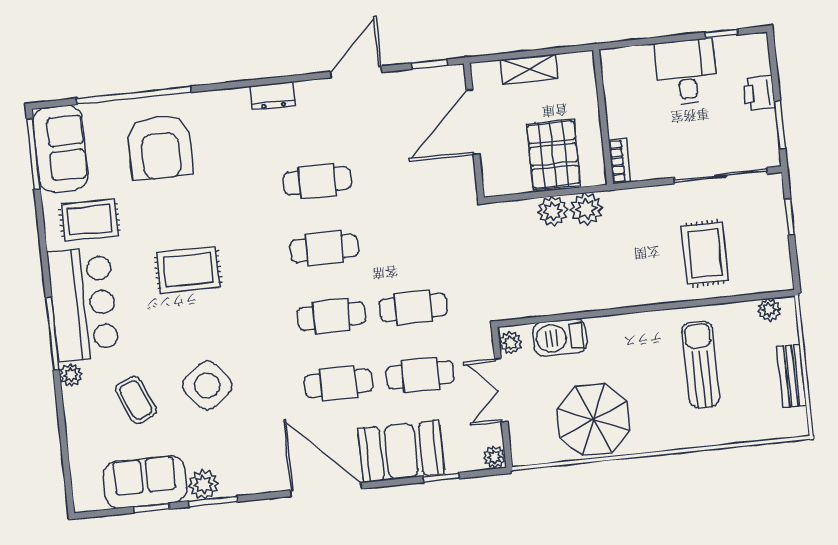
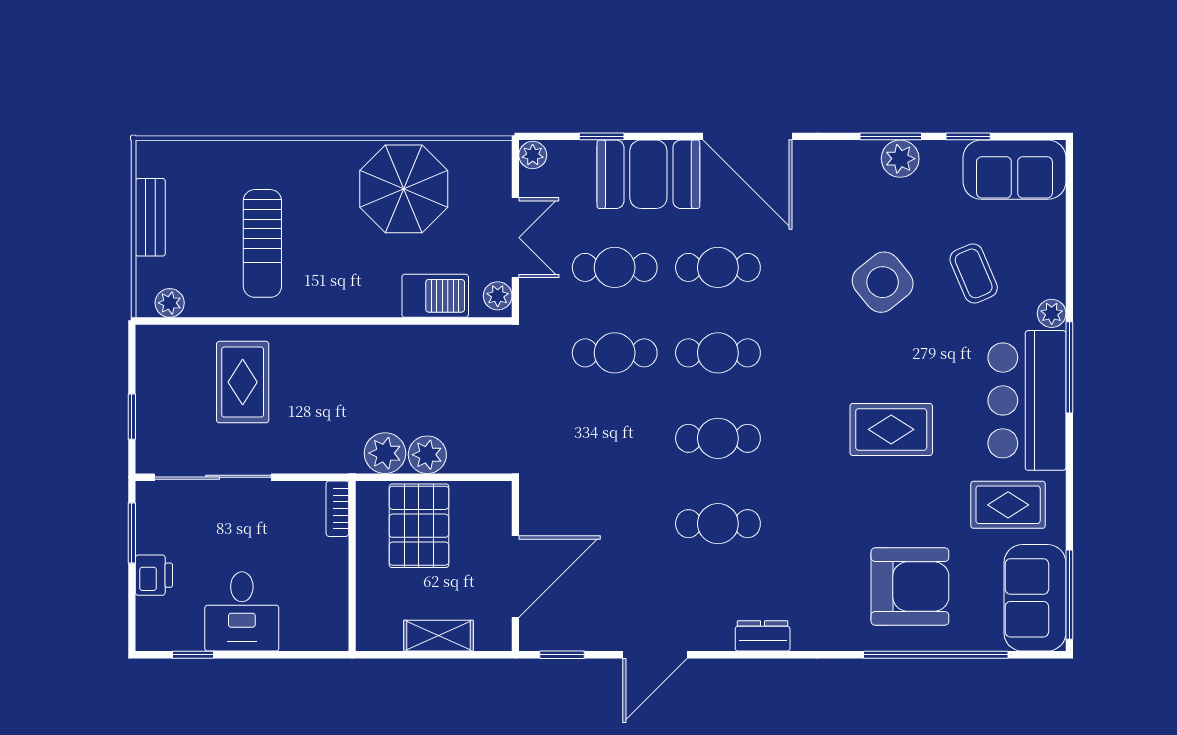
armchair: (160, 147) -> (910, 587), turned 90
sofa: (145, 482) -> (1014, 170), moved

